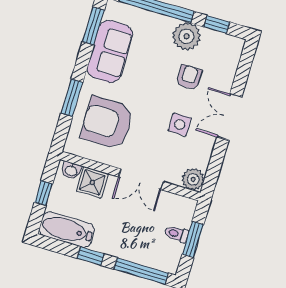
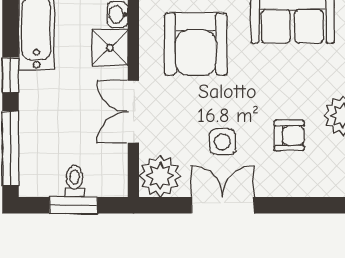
double door: (229, 117) -> (223, 205), moved
armchair: (107, 123) -> (196, 44), turned 180
plant: (193, 179) -> (160, 176), width x1.36, depth x1.36

